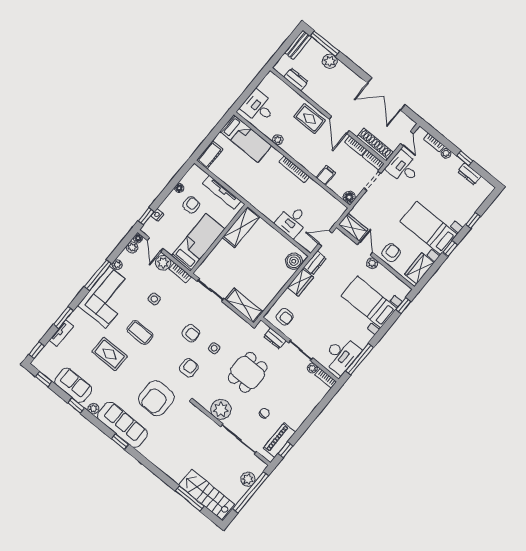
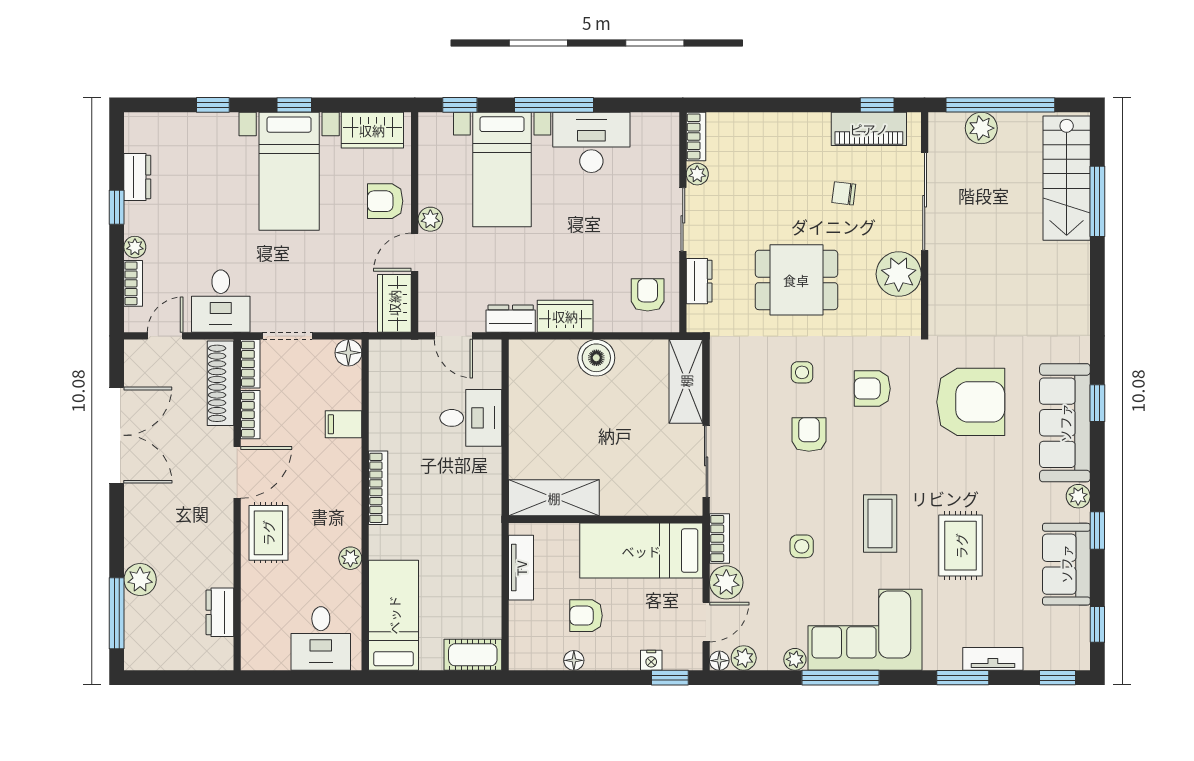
bench: (298, 45) -> (157, 658), removed
tv unit: (222, 192) -> (521, 568), width x0.71
boiler: (294, 261) -> (596, 358), moved
desk: (341, 355) -> (591, 142), moved
window: (360, 359) -> (554, 105), moved

